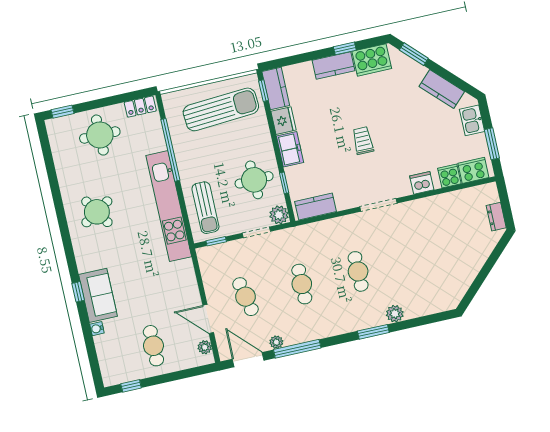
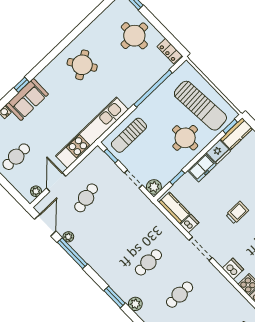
round table: (254, 180) -> (185, 138), moved
dishwasher: (343, 200) -> (190, 224), added
kitchen unit: (169, 206) -> (92, 133), moved
cafe table: (302, 284) -> (180, 295), moved

